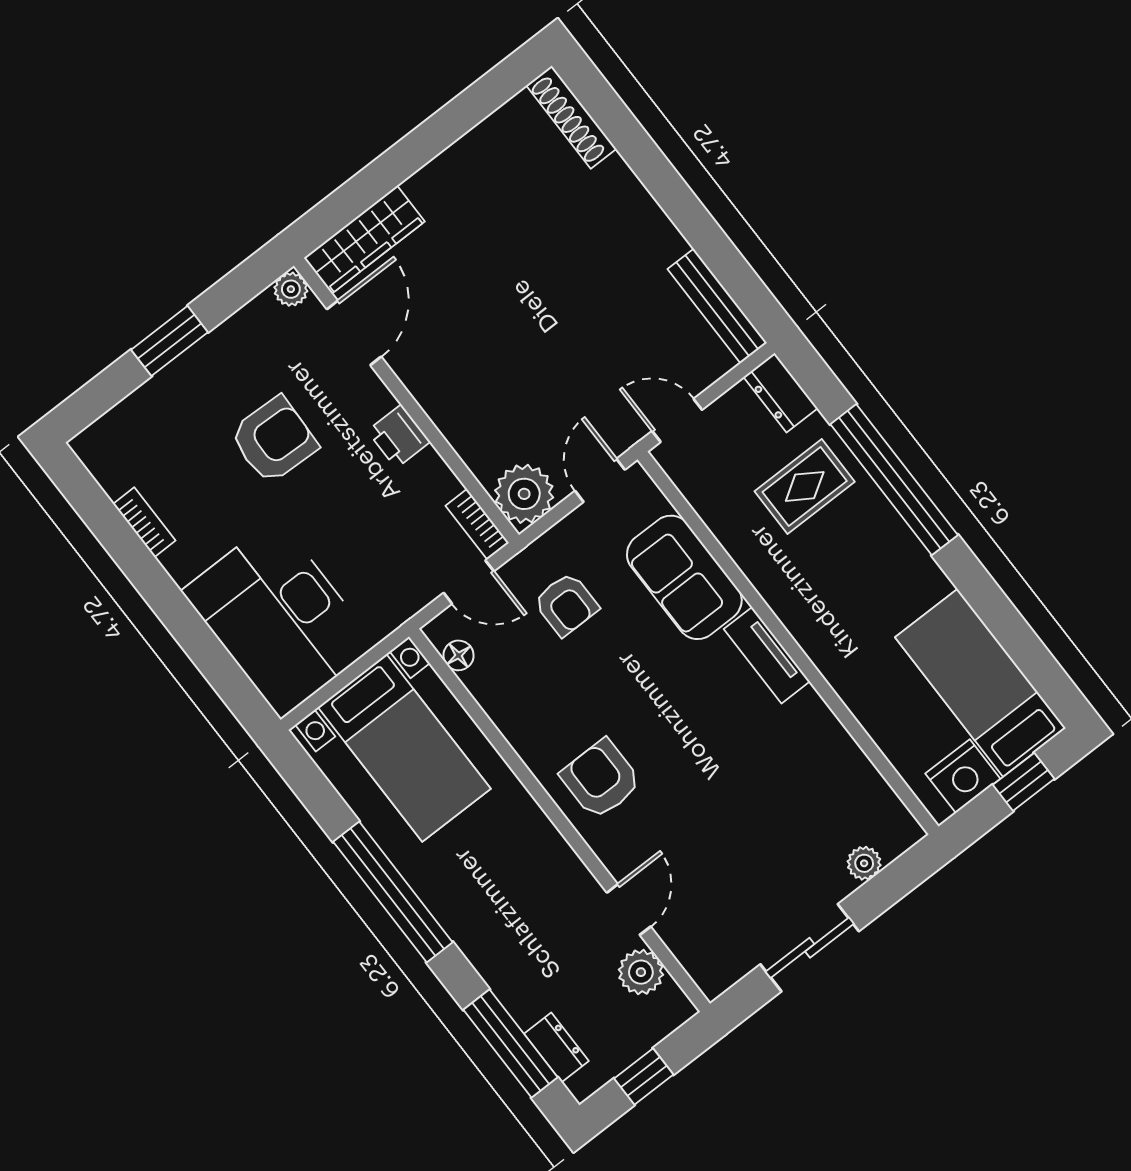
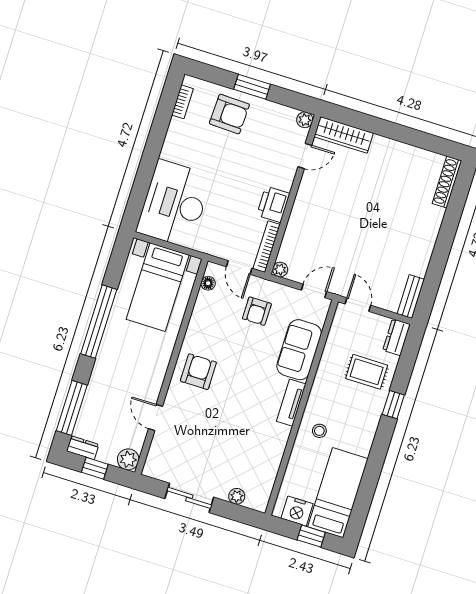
bench: (717, 306) -> (411, 297), width x0.73
door: (354, 333) -> (305, 156), width x0.73
printer: (399, 436) -> (273, 204), width x1.36, depth x1.24
armchair: (274, 440) -> (229, 114), moved
window: (894, 480) -> (393, 405), width x0.32
plant: (524, 494) -> (280, 269), width x0.53, depth x0.53
bookcase: (144, 522) -> (183, 102), moved
bookcase: (477, 524) -> (267, 247), width x1.56
stool: (850, 640) -> (319, 431), added
door: (629, 910) -> (155, 418), swing flipped
plant: (641, 972) -> (128, 459), moved
dresser: (556, 1047) -> (83, 448), moved, turned -90

